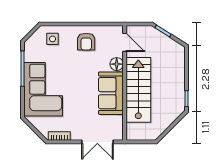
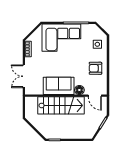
door: (125, 42) -> (95, 96), hinge flipped

